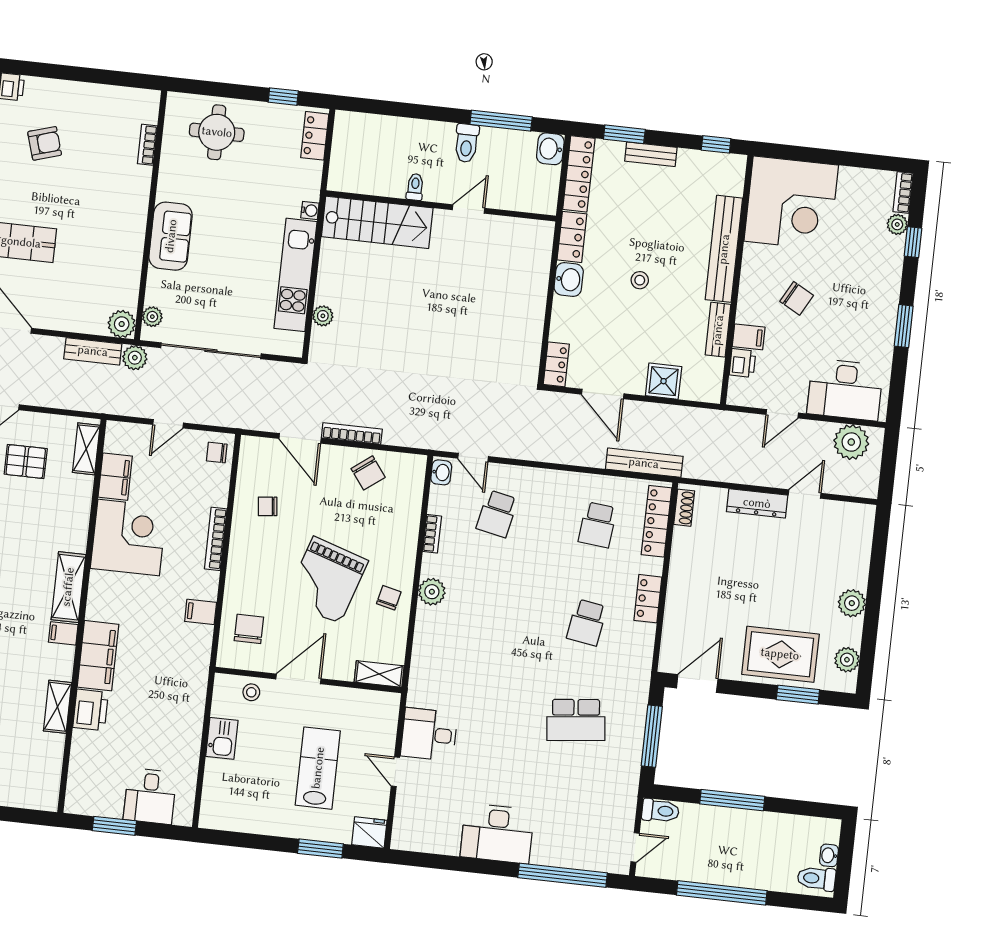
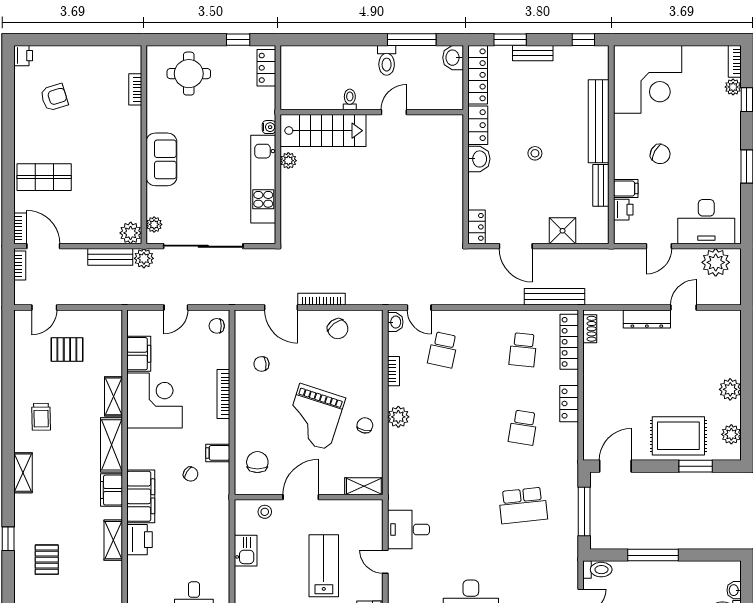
plant: (323, 316) -> (288, 161), moved
shelving: (86, 449) -> (114, 396), moved
filing cabinet: (63, 633) -> (111, 490), width x2.00
chair: (164, 635) -> (191, 474), added

